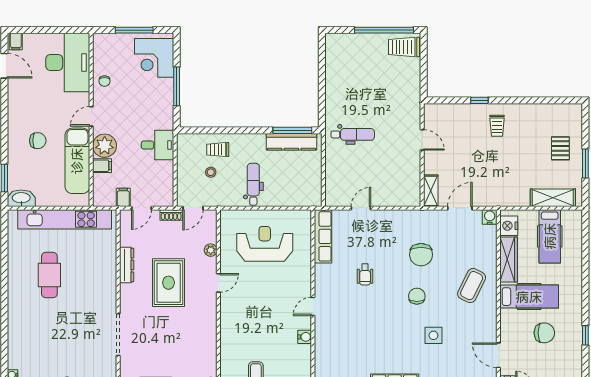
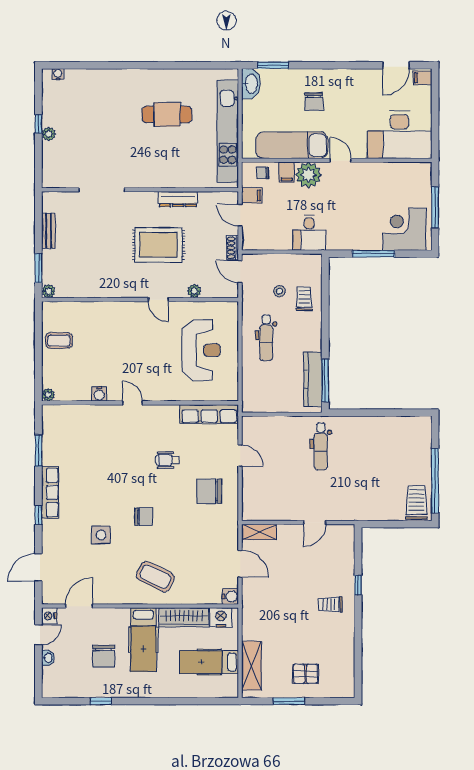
chair: (105, 81) -> (263, 173), moved
dental chair: (253, 184) -> (266, 338), turned 90
chair: (421, 255) -> (209, 491), moved

